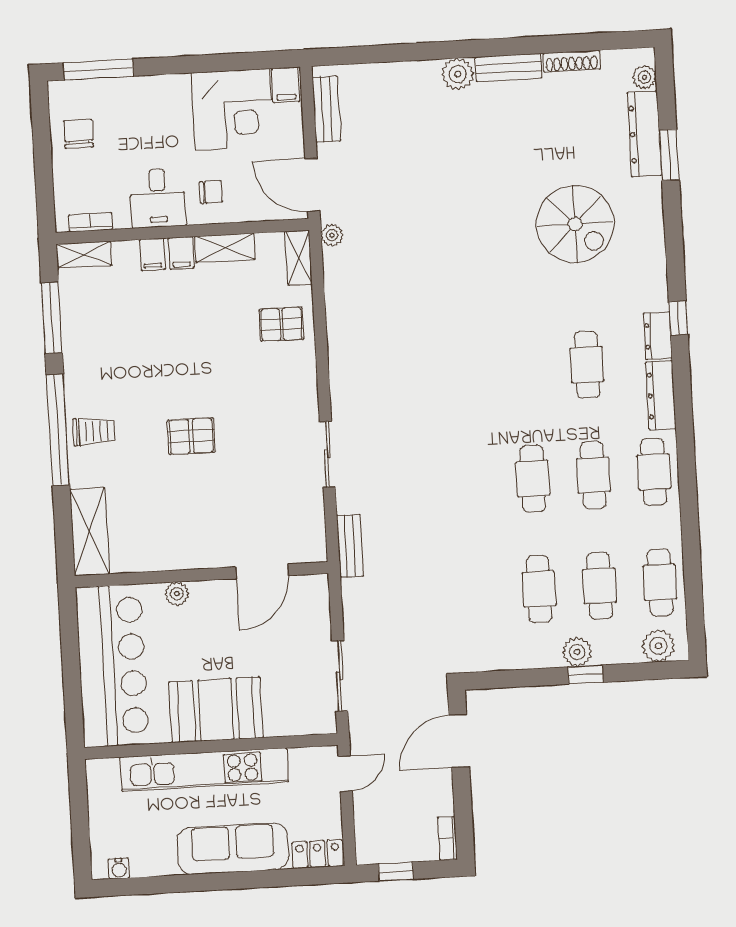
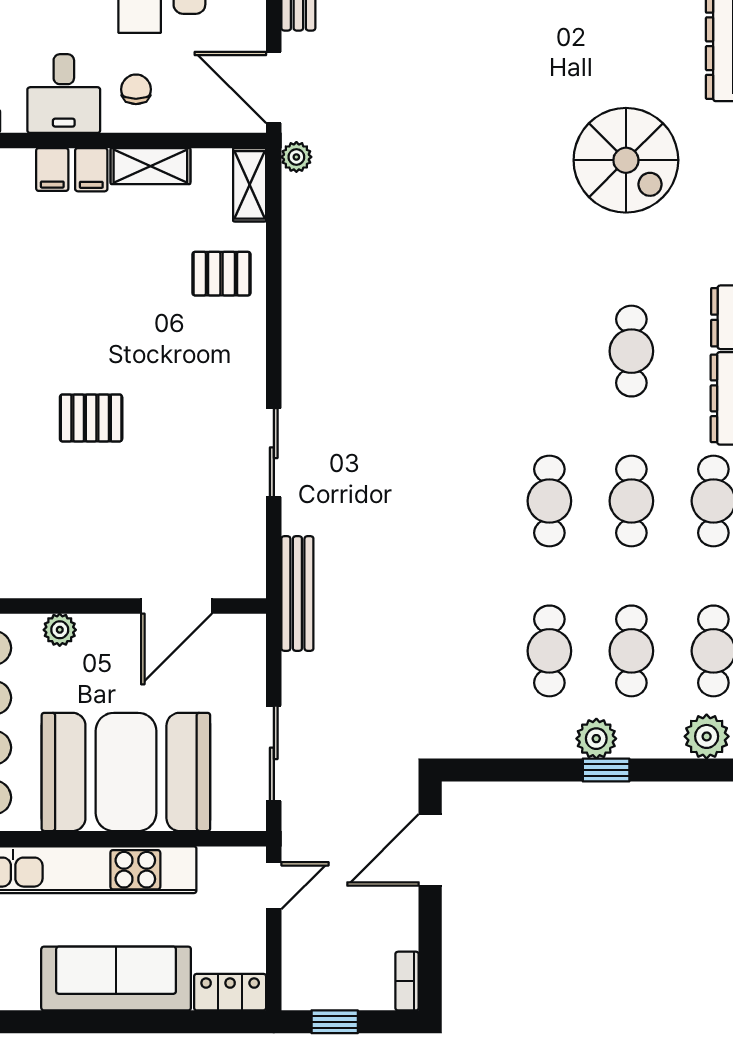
chair: (211, 192) -> (136, 89), turned -90
bench: (350, 546) -> (297, 594), width x1.36
booth: (216, 710) -> (126, 772), width x1.36, depth x1.42

